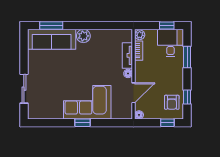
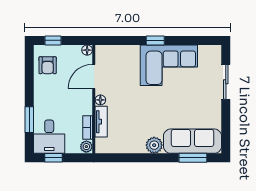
window: (187, 97) -> (29, 72), removed
corner sofa: (87, 102) -> (169, 65), moved
armchair: (172, 102) -> (48, 65), turned 180

